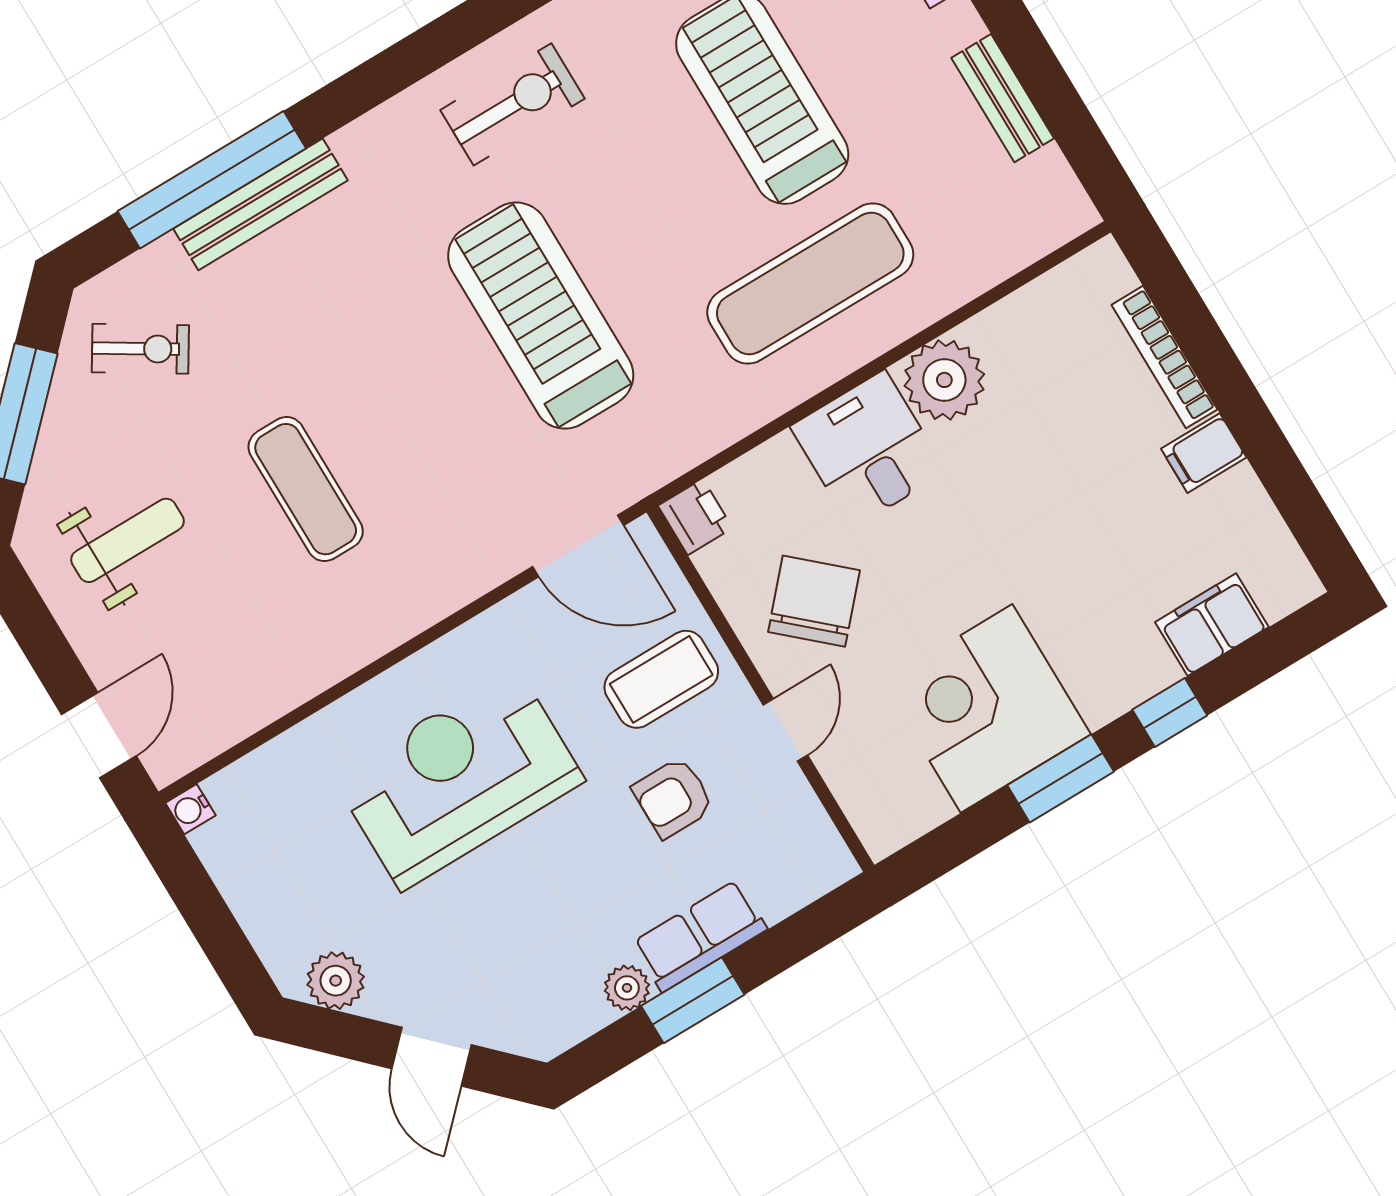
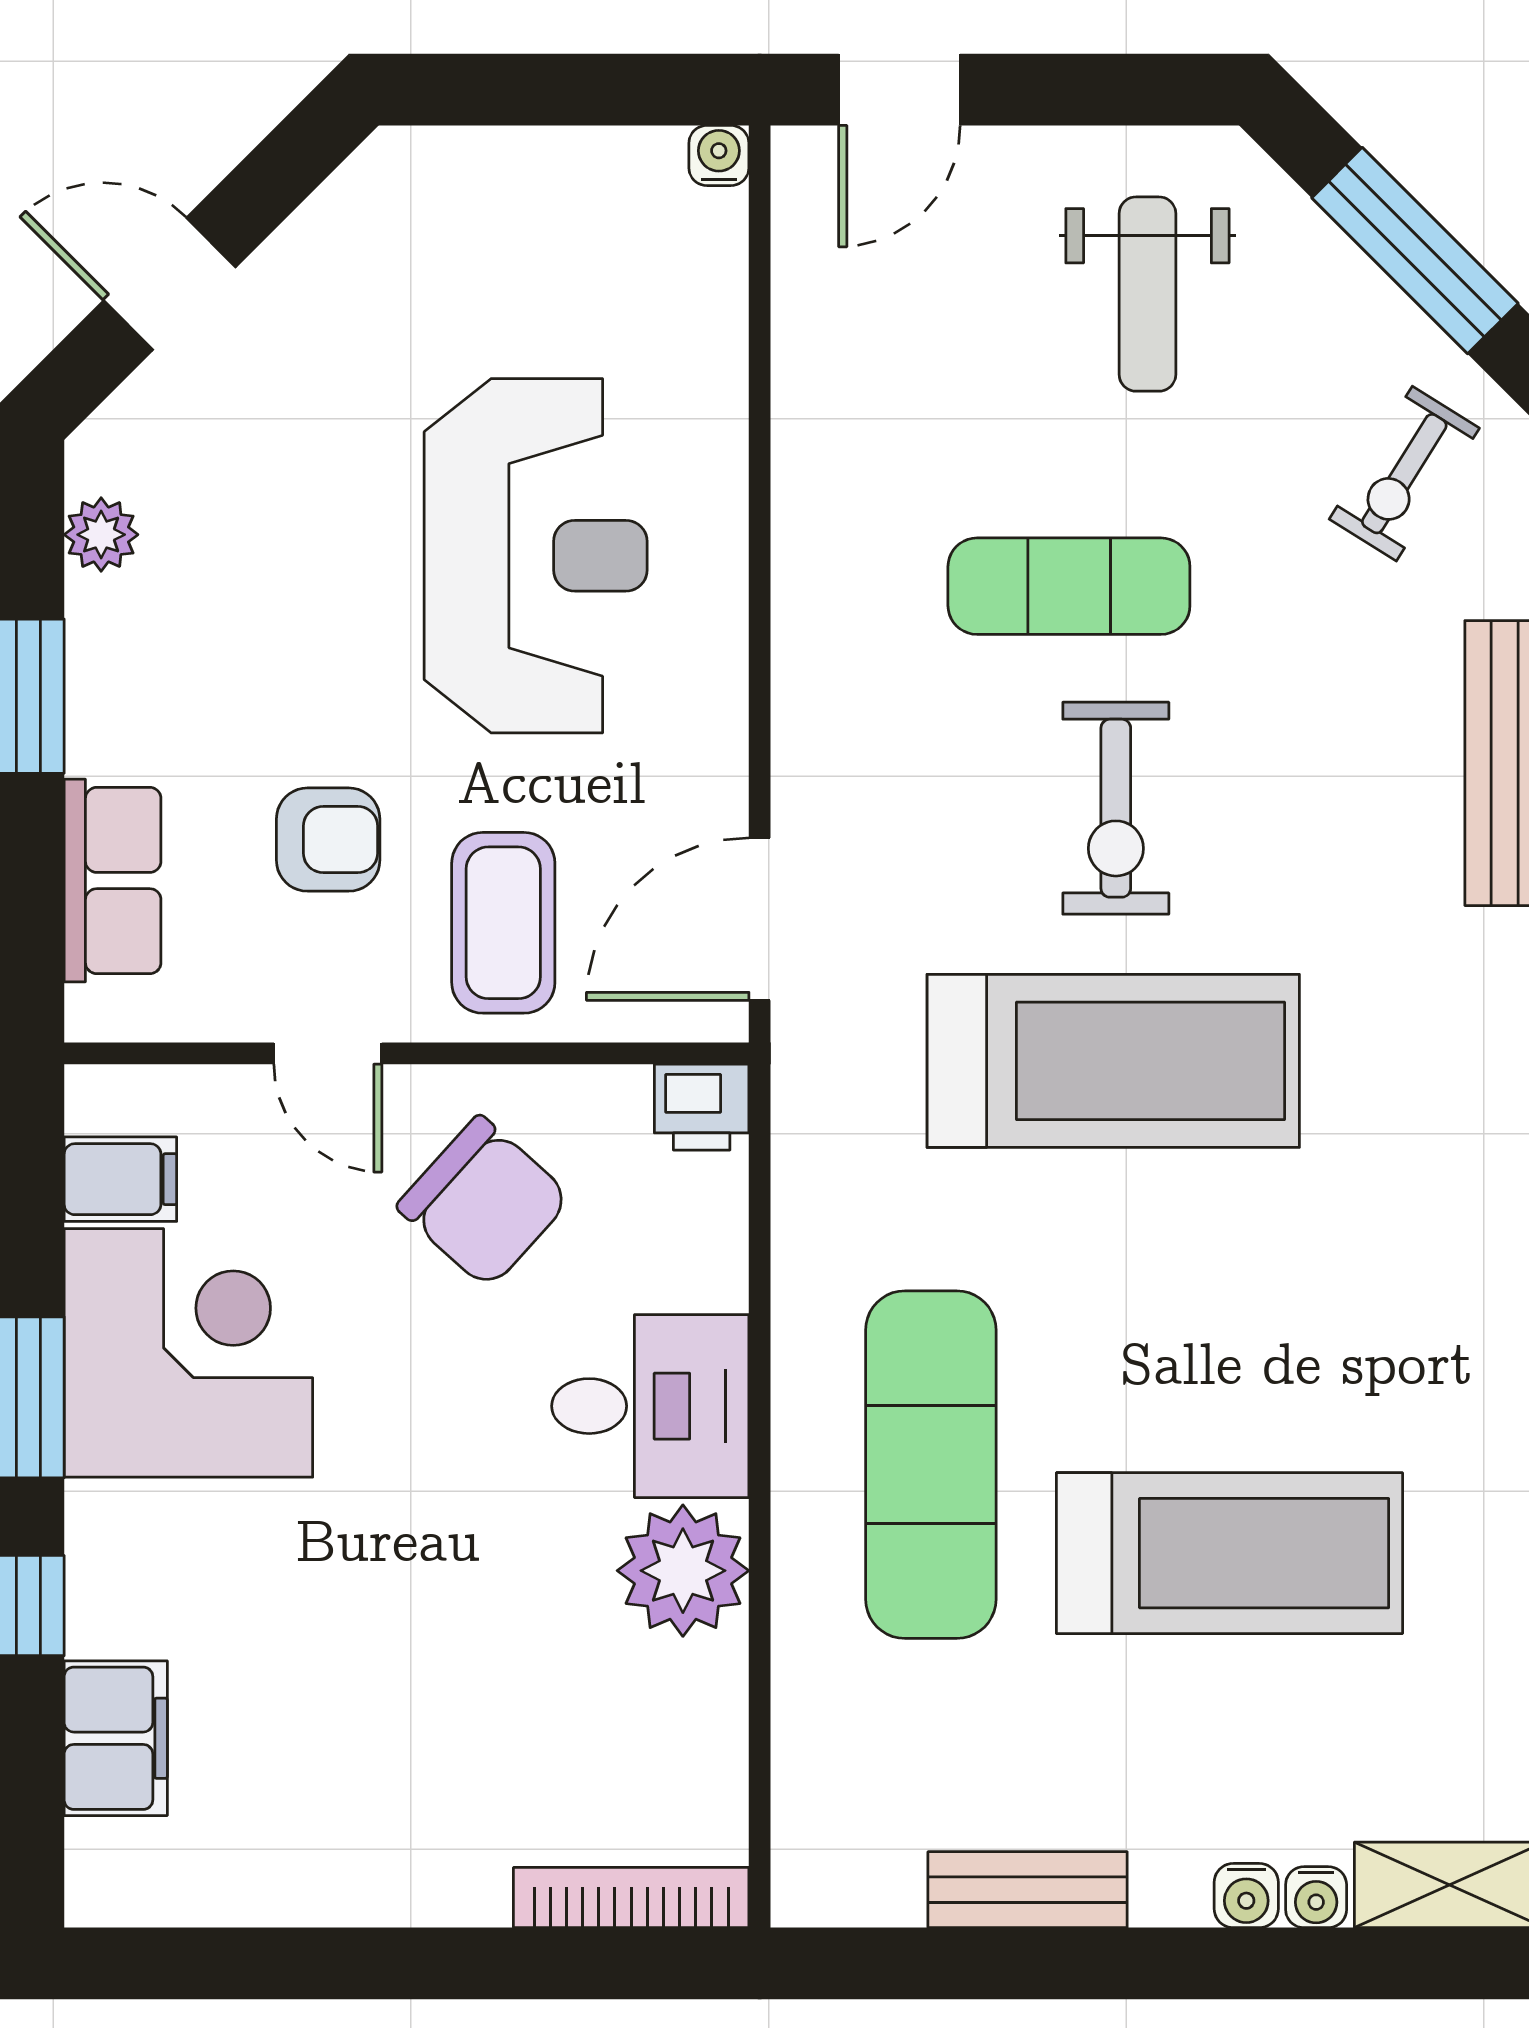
exercise bike: (513, 104) -> (1116, 808), moved
bookcase: (1164, 357) -> (631, 1898), moved
filing cabinet: (1204, 453) -> (120, 1179), moved, turned 90
door: (99, 735) -> (899, 90), hinge flipped
armchair: (673, 798) -> (328, 840), turned 90
row of seats: (700, 936) -> (113, 881), moved
plant: (336, 981) -> (357, 214), removed
plant: (627, 988) -> (101, 535), moved

